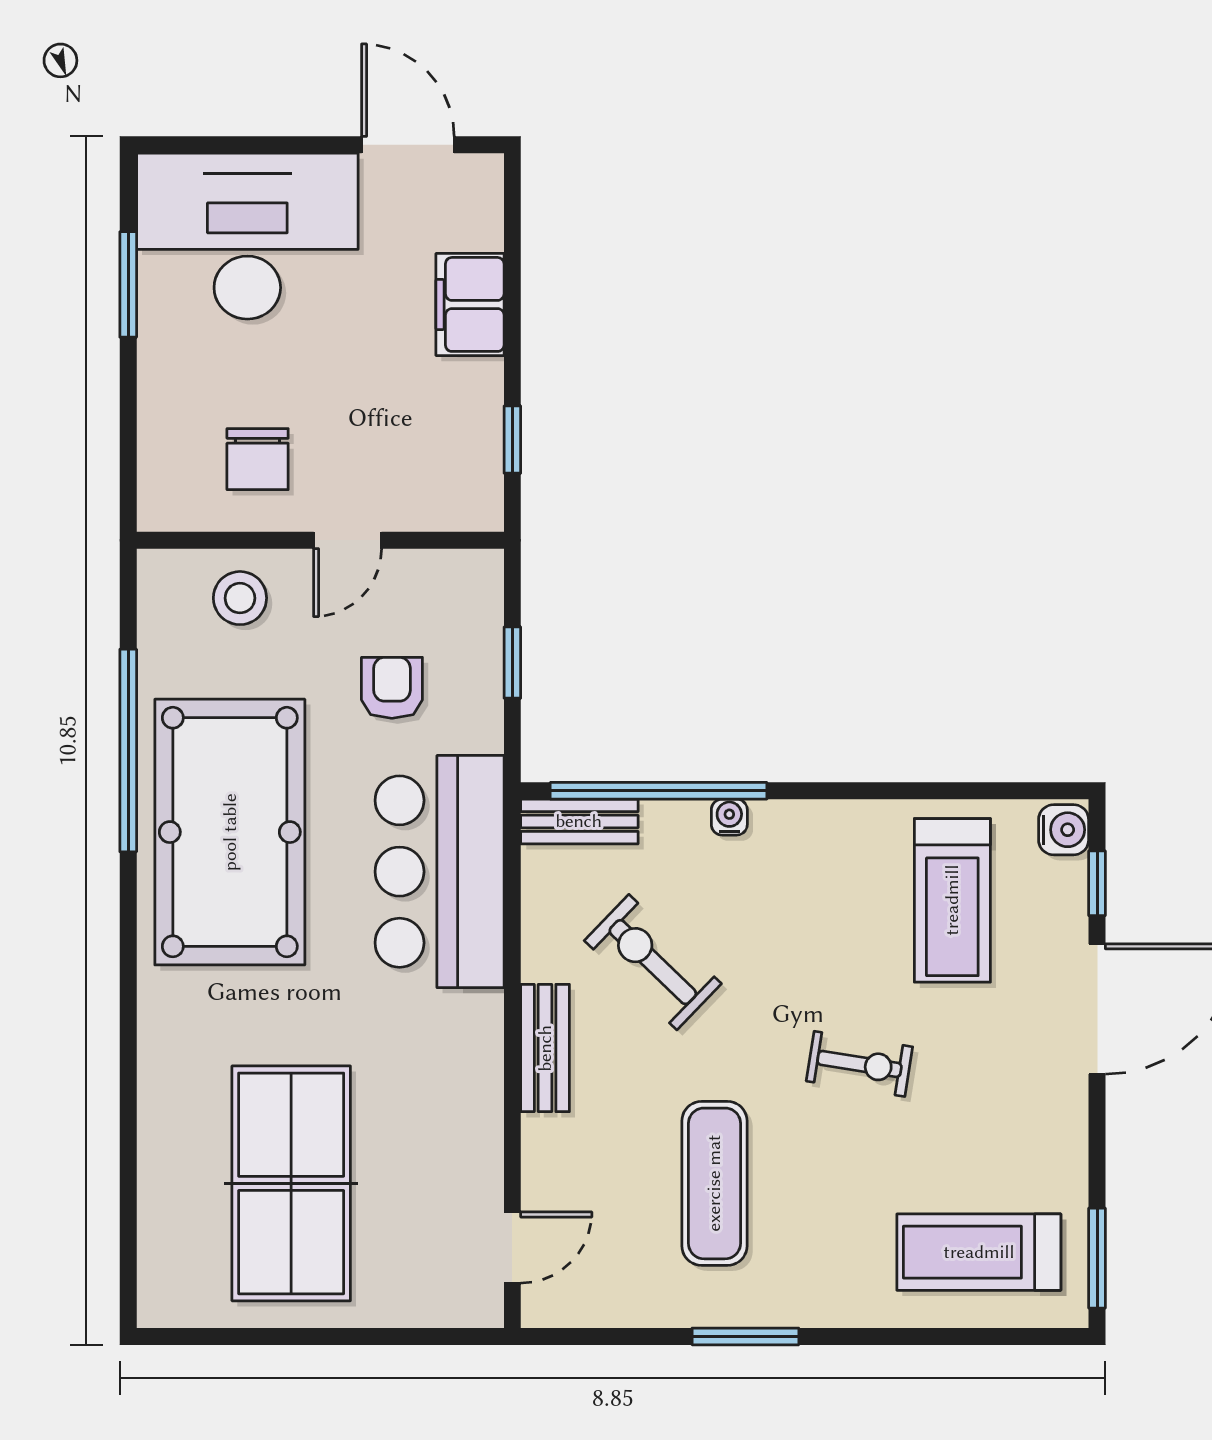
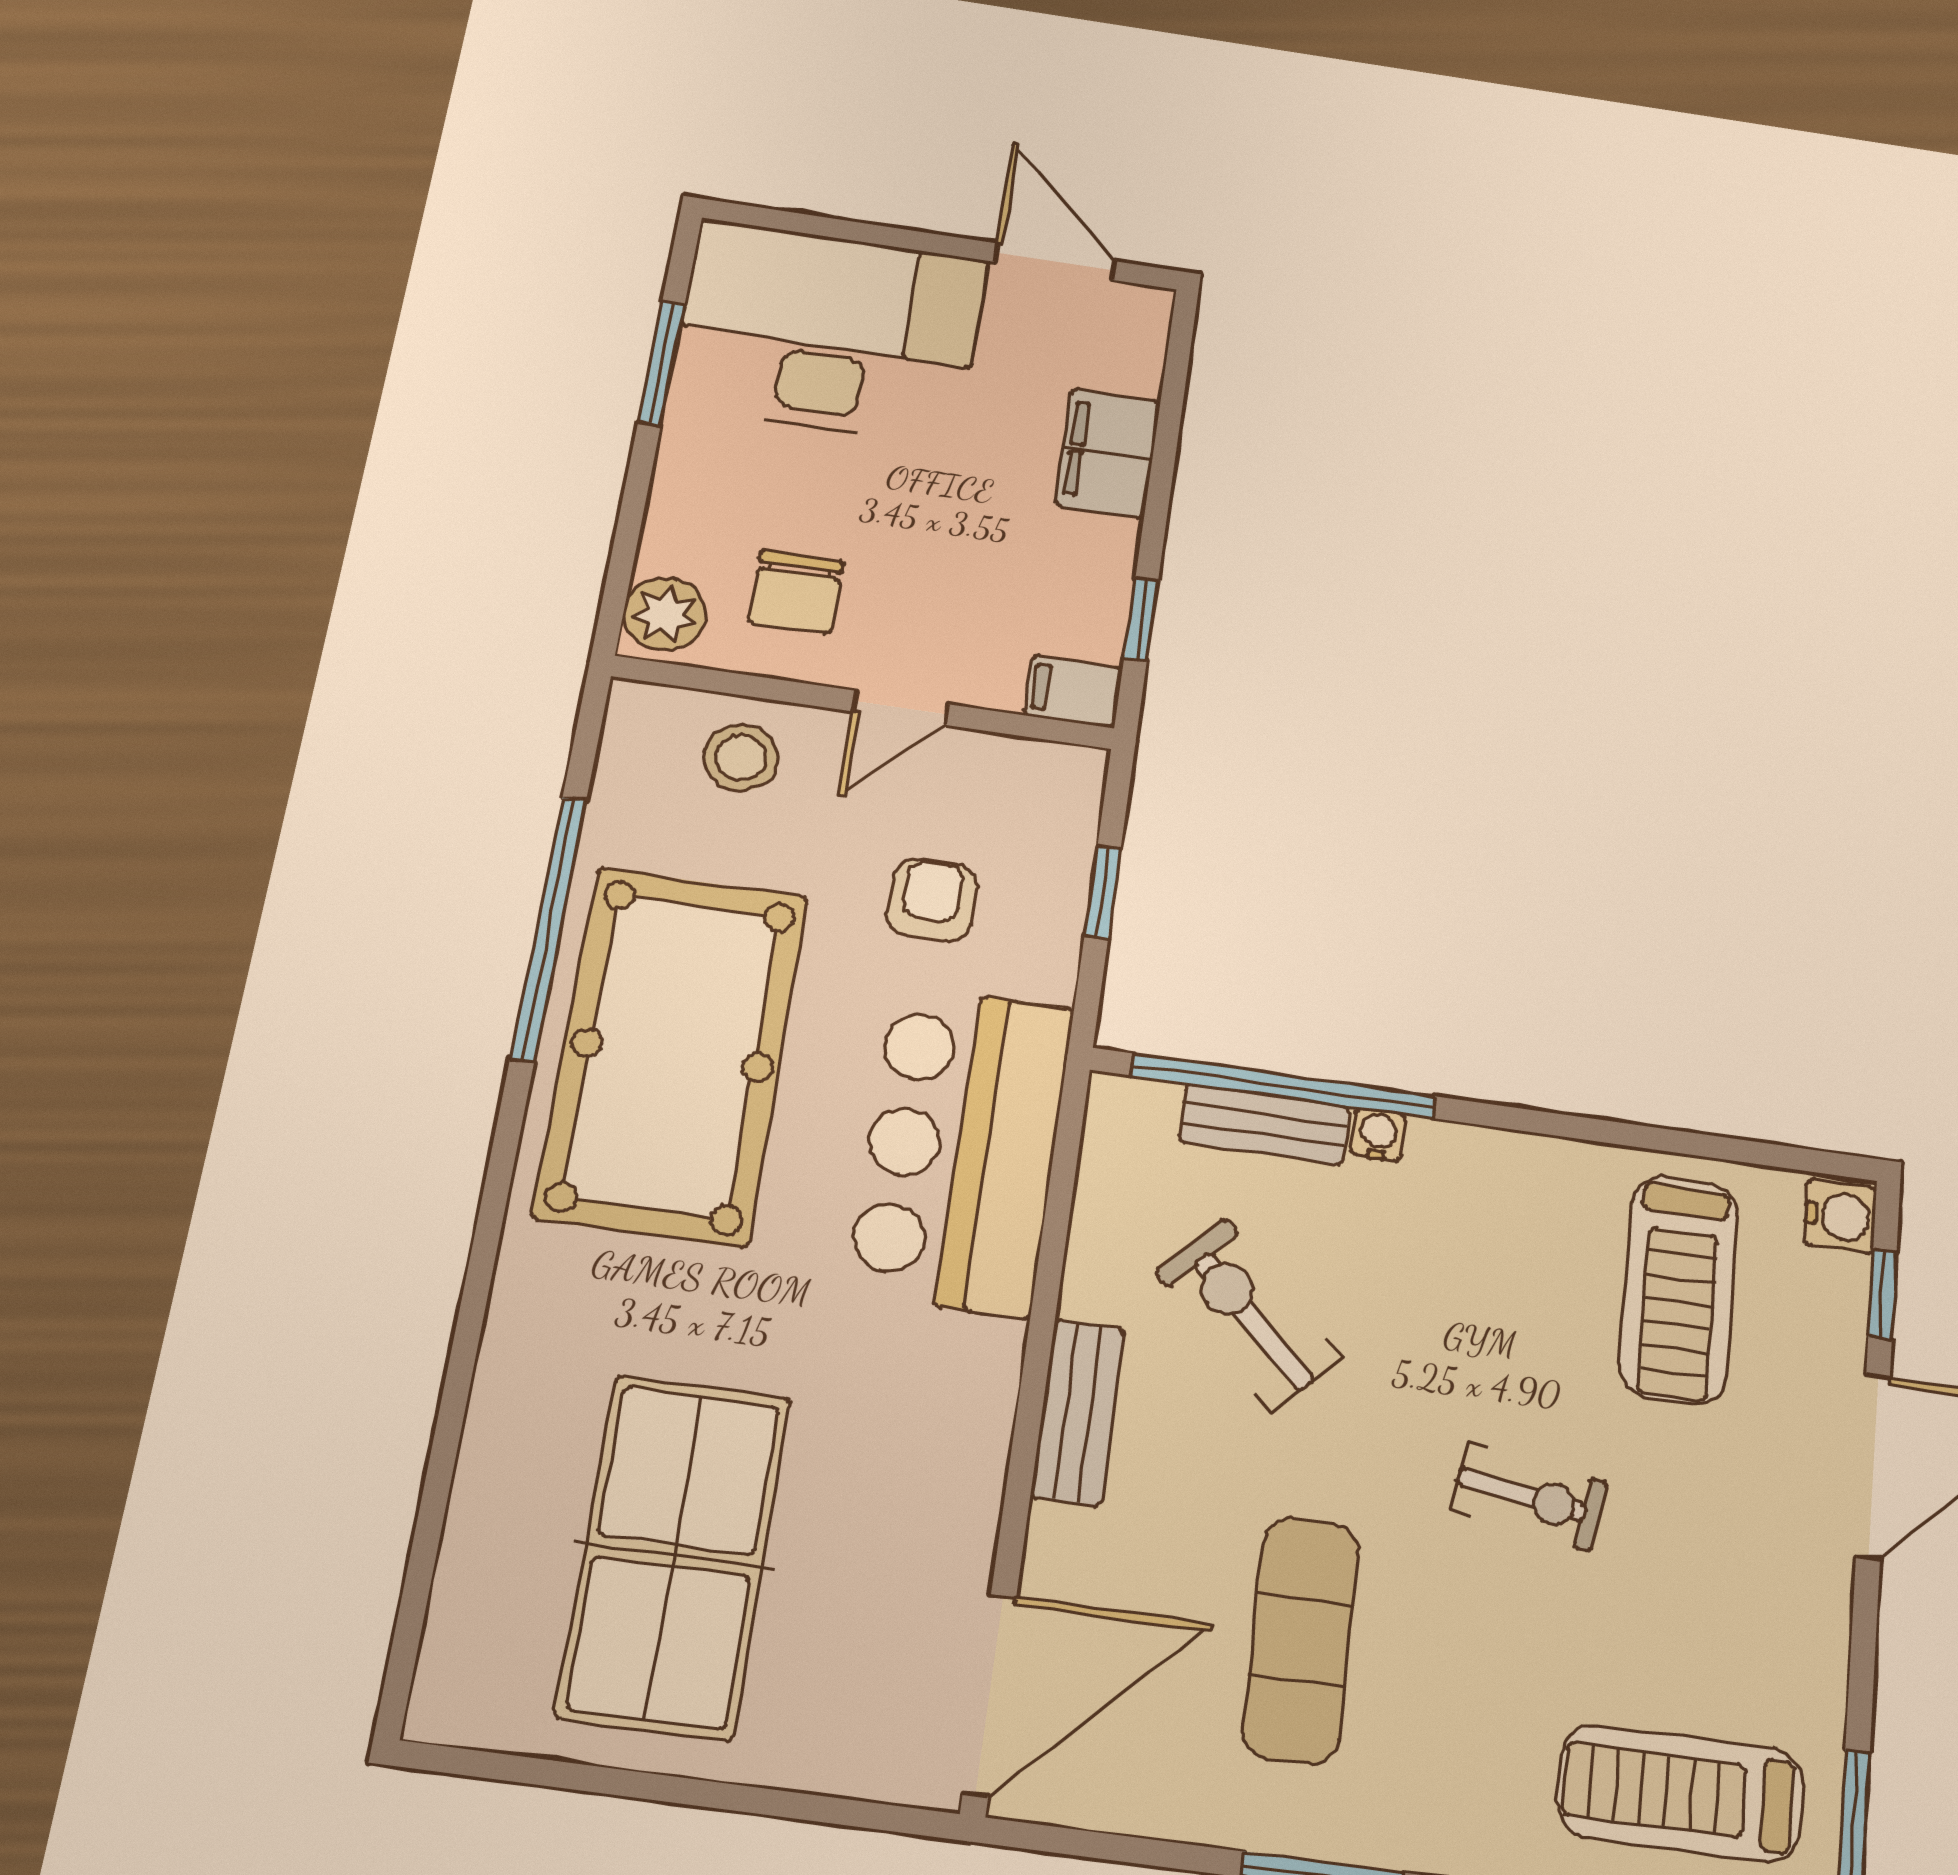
plant: (166, 492) -> (665, 614), added
filing cabinet: (470, 507) -> (1073, 691), added
bench: (579, 821) -> (1264, 1124), moved
door: (512, 1248) -> (990, 1694), width x1.88

